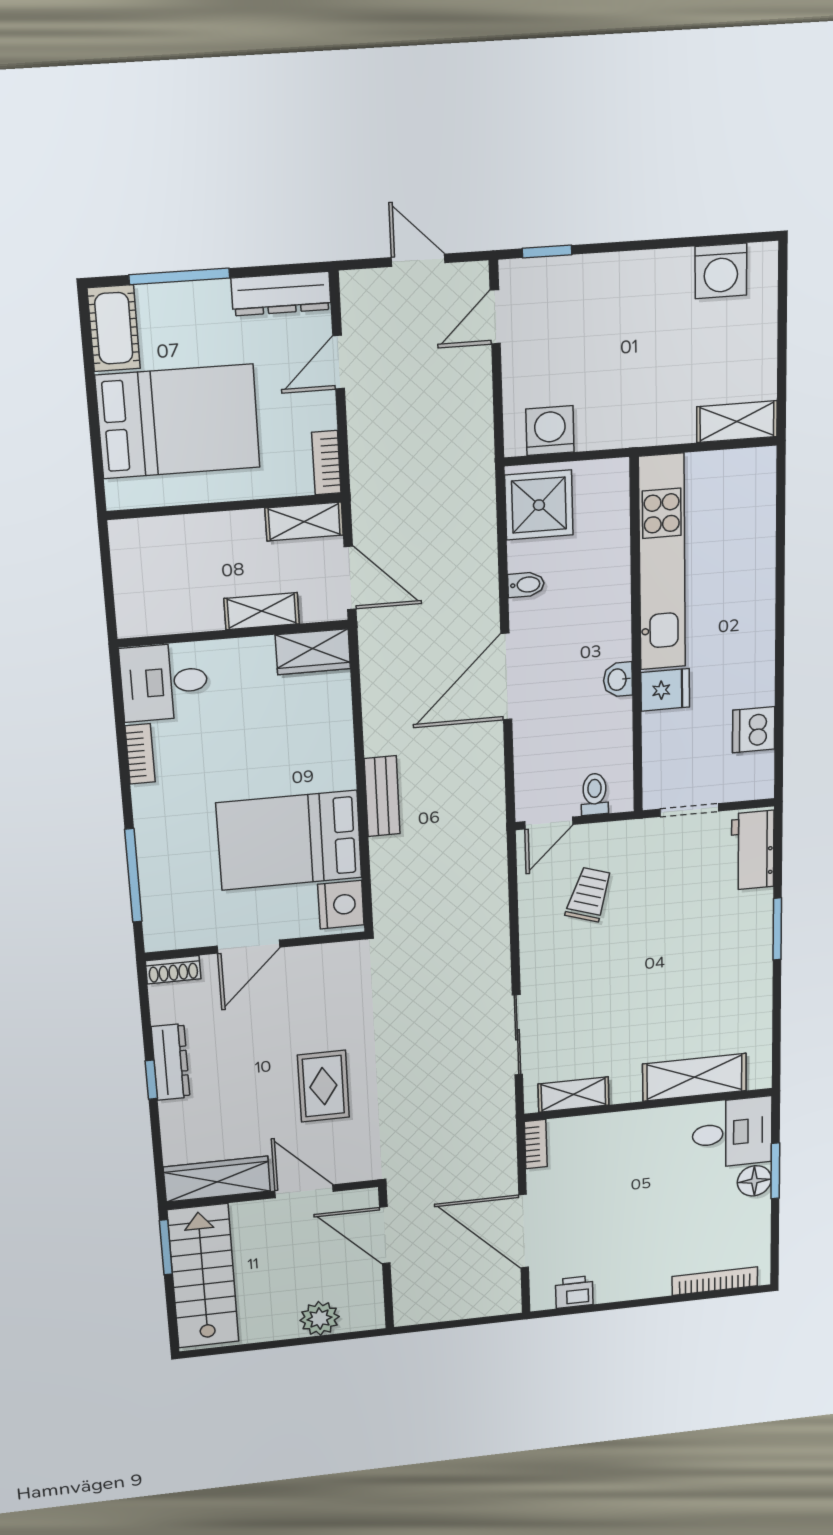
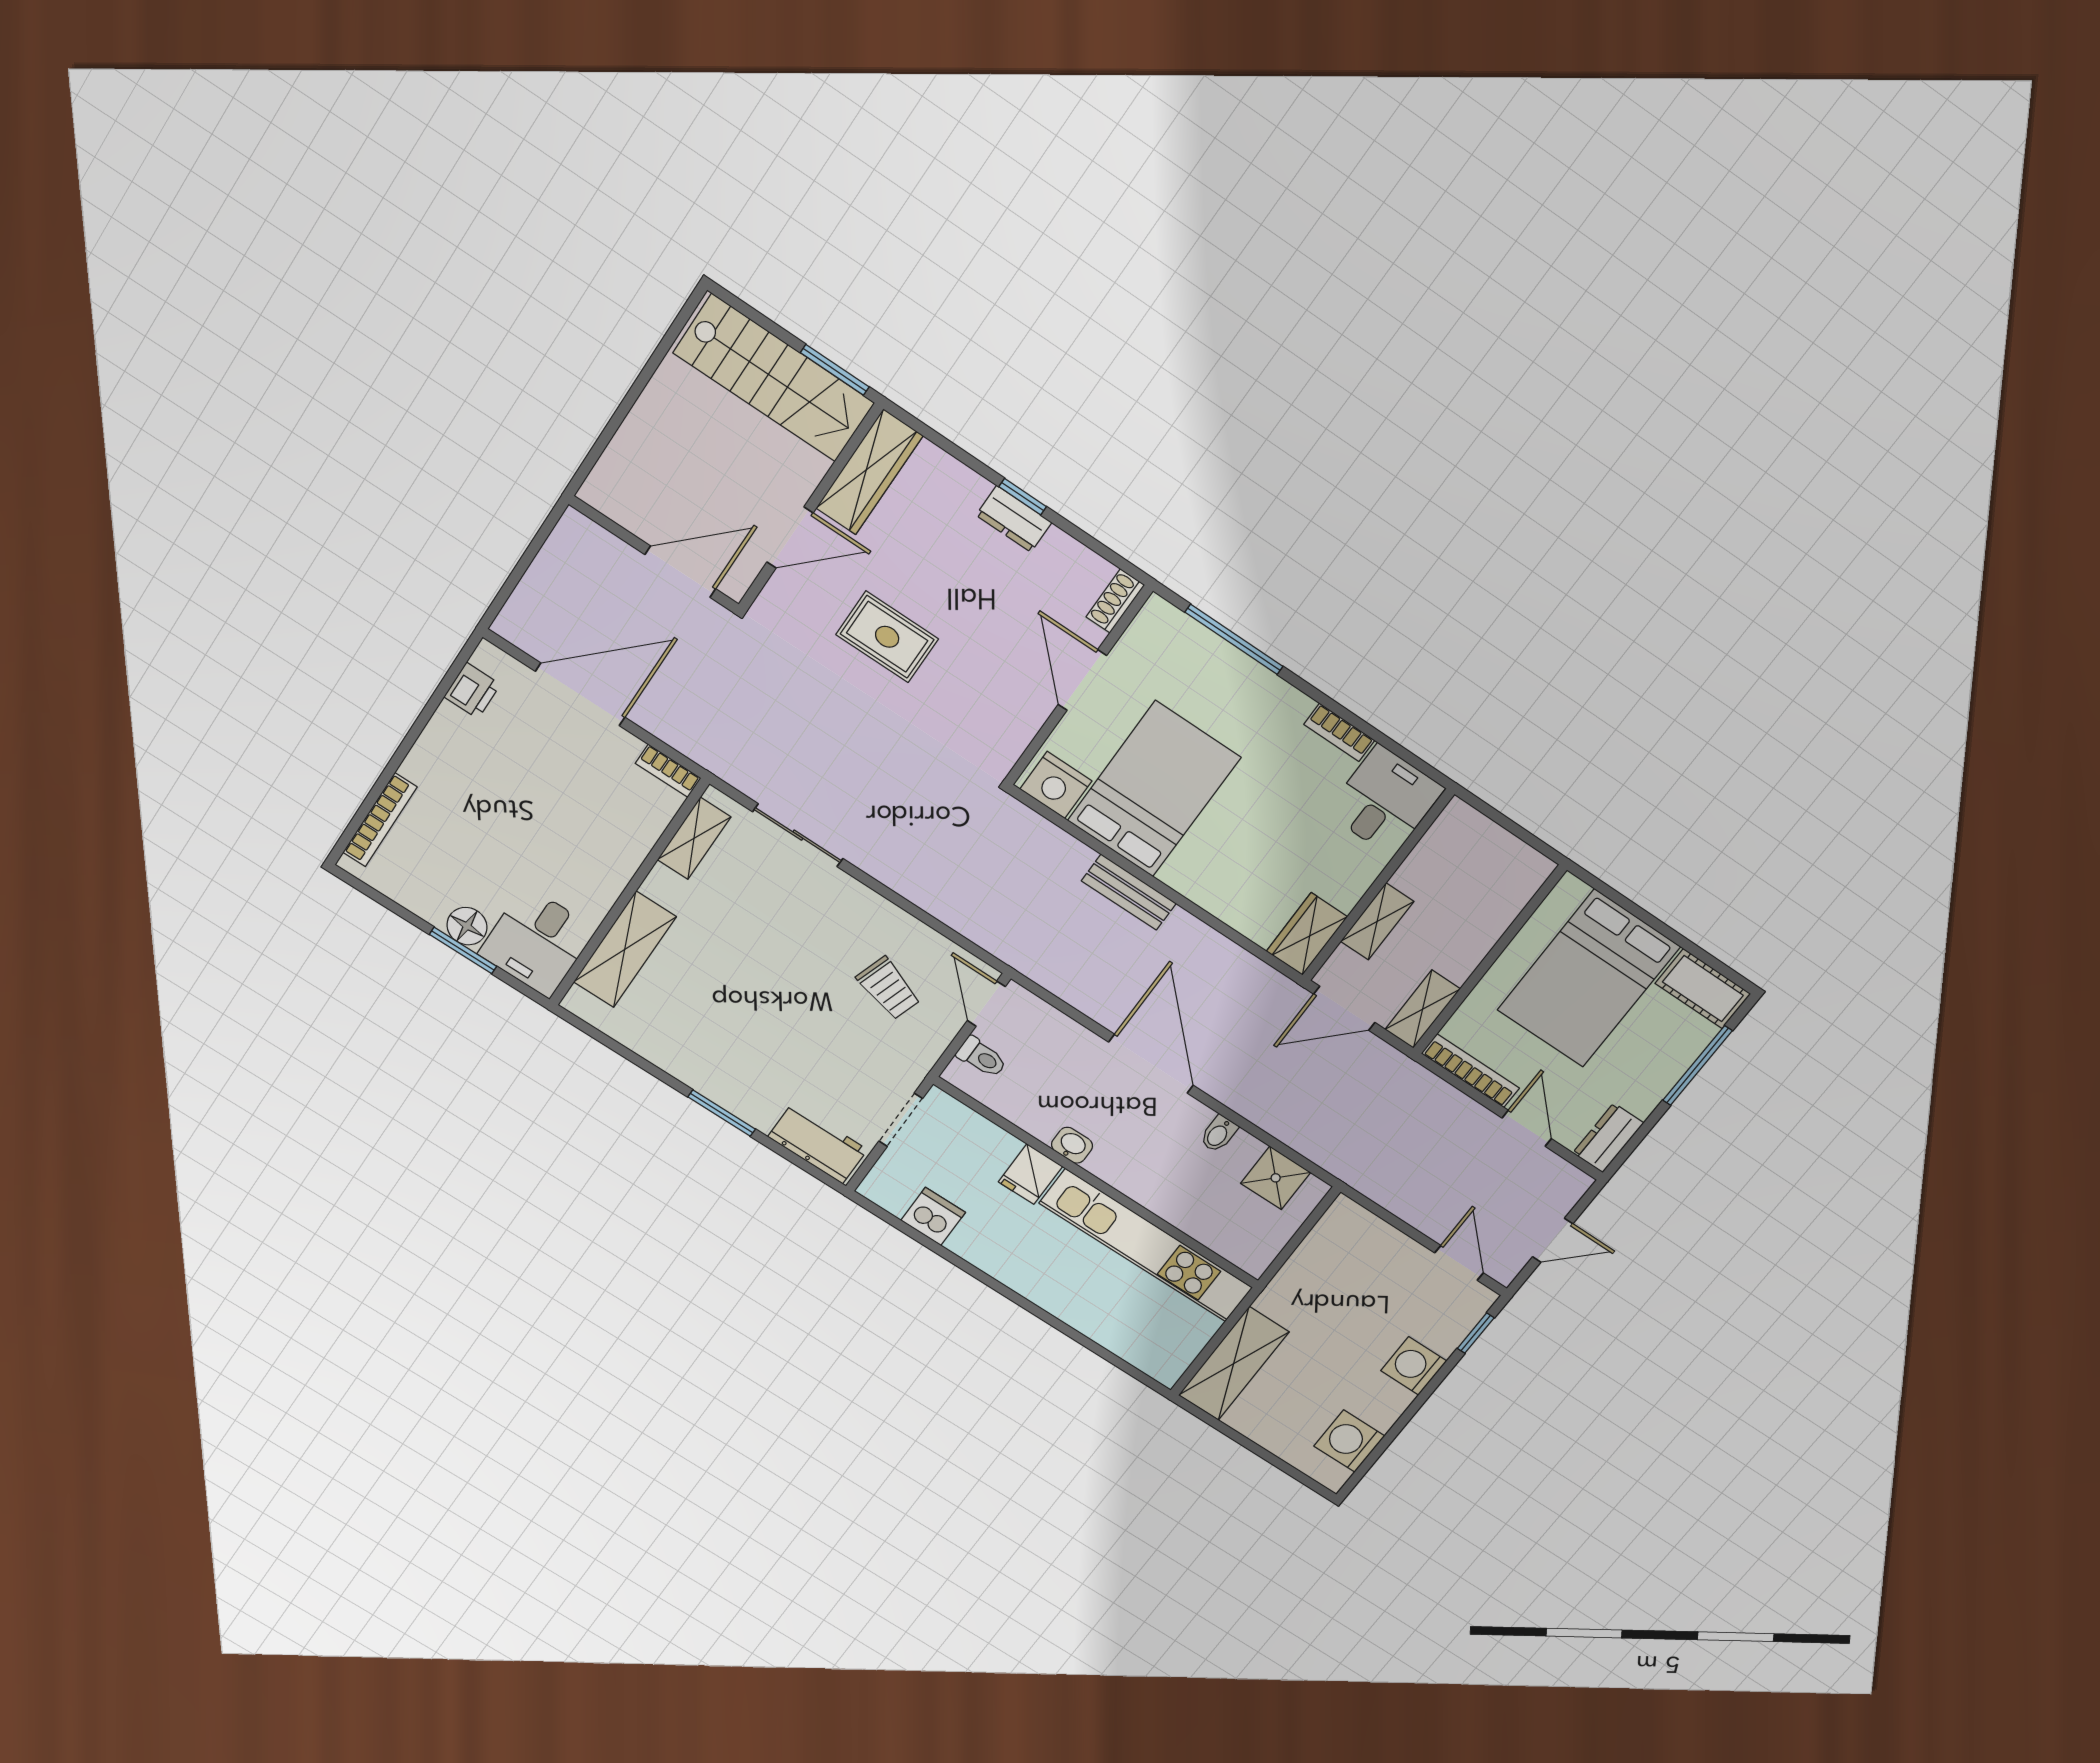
dresser: (281, 294) -> (1608, 1138), width x0.70
shelving: (737, 422) -> (1234, 1364), width x1.50, depth x1.33
washing machine: (550, 431) -> (1414, 1366), moved, turned 180
bookcase: (326, 463) -> (1470, 1071), width x1.56
shower: (539, 505) -> (1276, 1178), width x0.73, depth x0.73
dresser: (171, 1062) -> (1014, 519), width x0.70
plant: (320, 1318) -> (636, 445), removed

